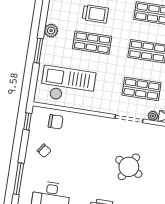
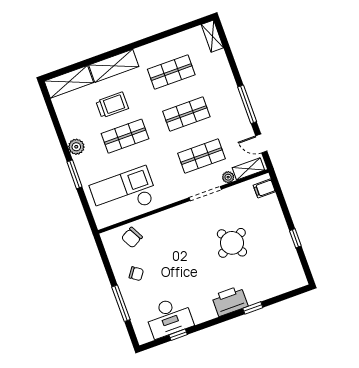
window: (27, 121) -> (103, 253), removed
chair: (56, 122) -> (132, 238), turned 152
round table: (129, 167) -> (232, 243), turned 33
window: (19, 179) -> (121, 303), moved

